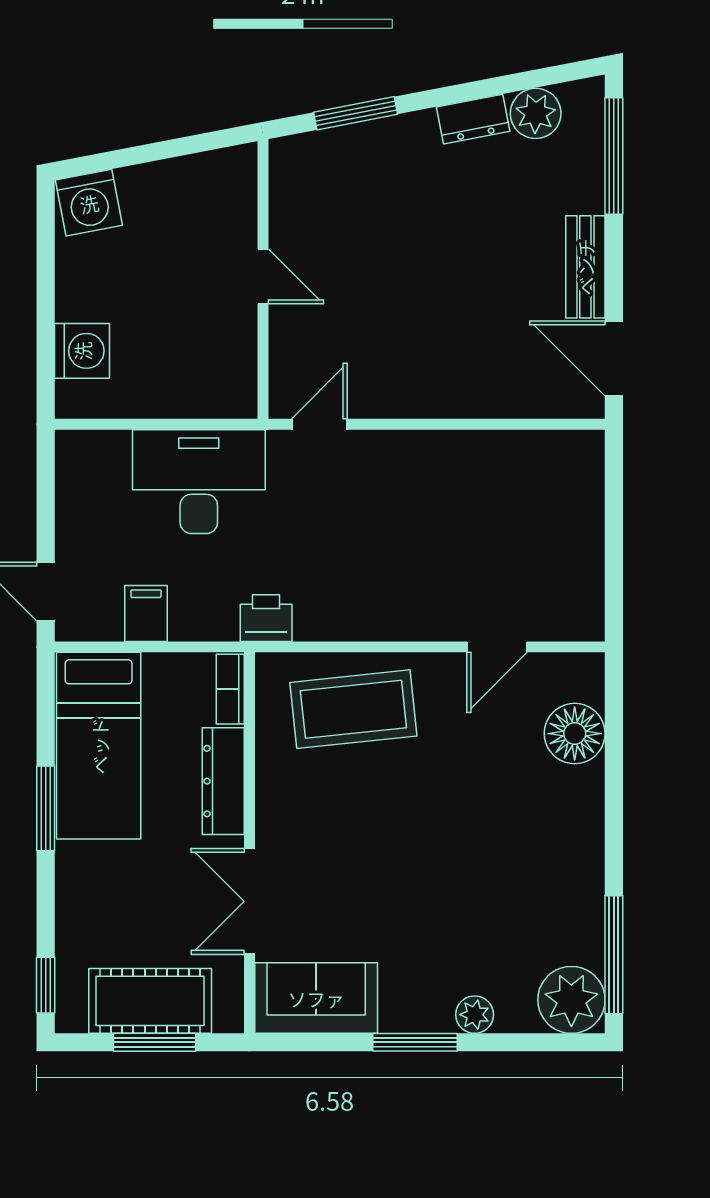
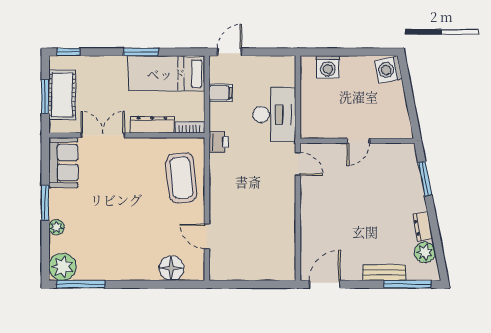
bench: (585, 267) -> (384, 273), moved

